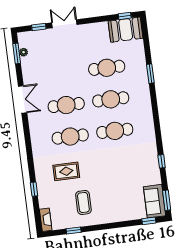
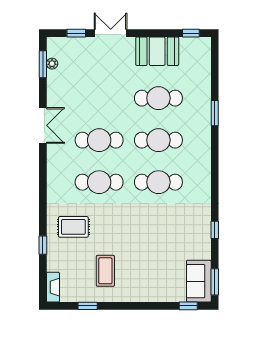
booth: (126, 30) -> (157, 51), moved
rug: (66, 171) -> (73, 227), moved

